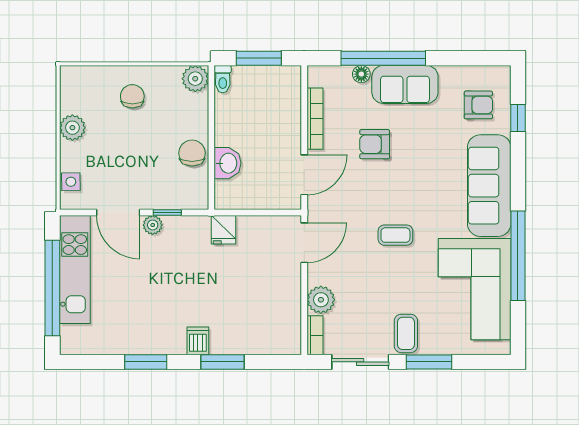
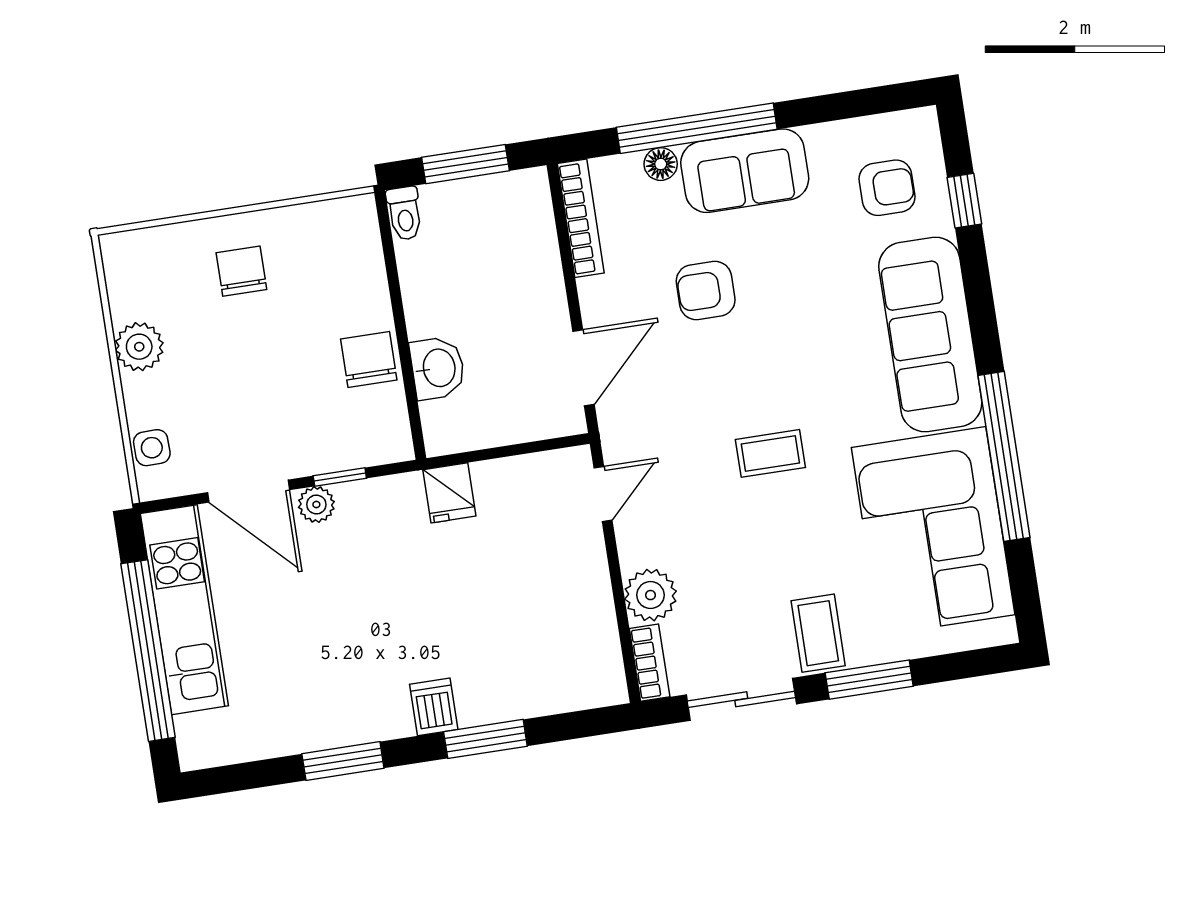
plant: (195, 79) -> (353, 220), removed
bookcase: (315, 119) -> (581, 218), moved
door: (304, 243) -> (603, 494), width x0.73

